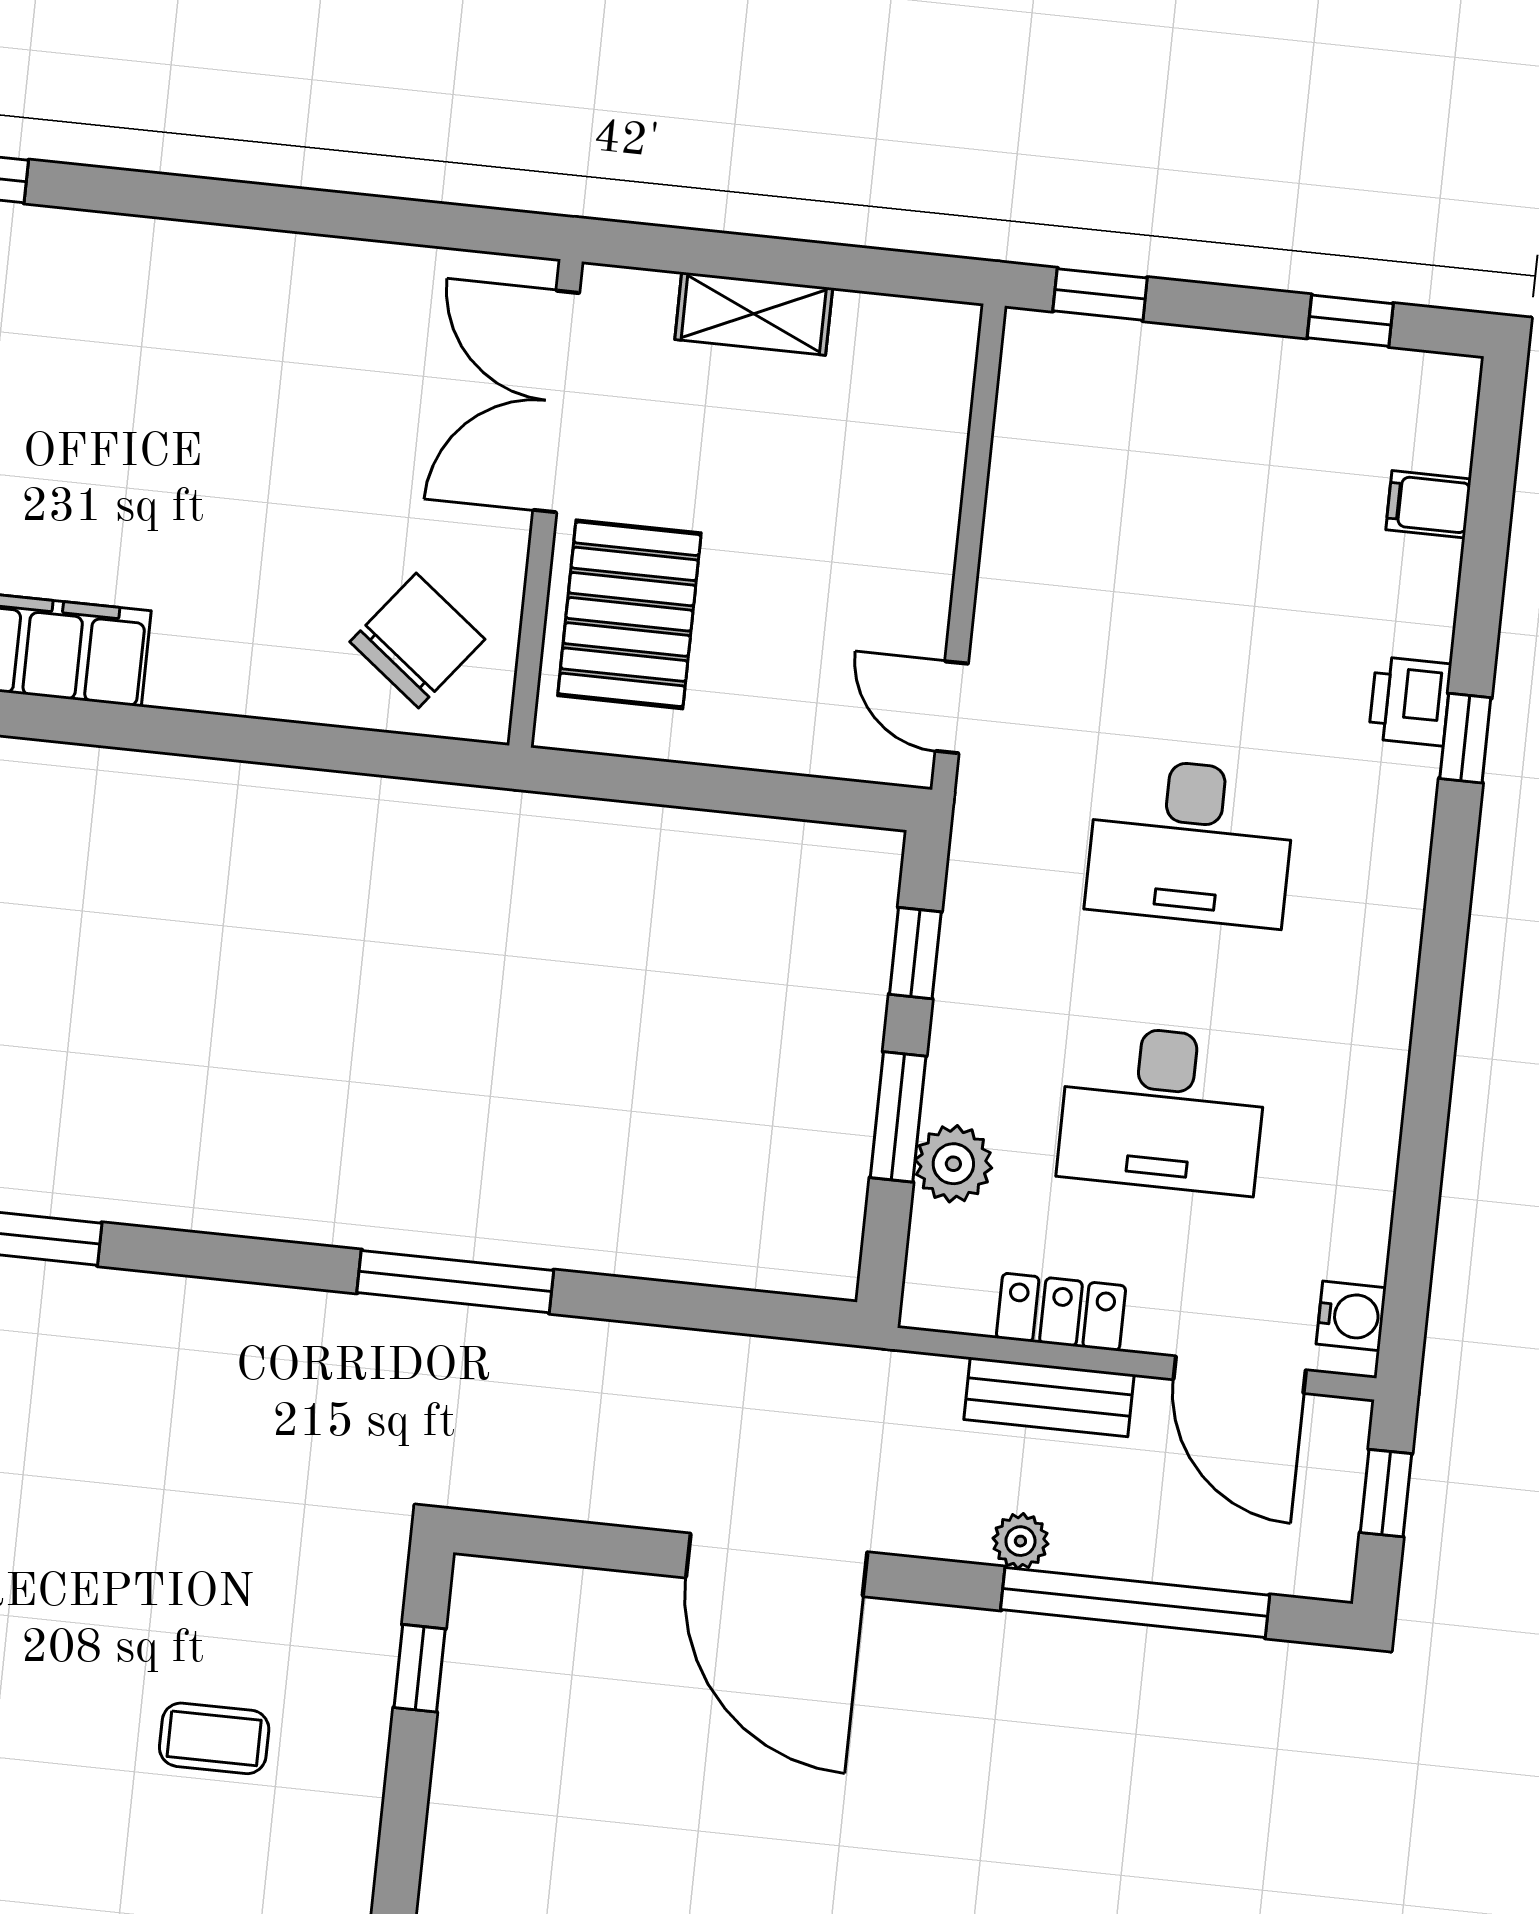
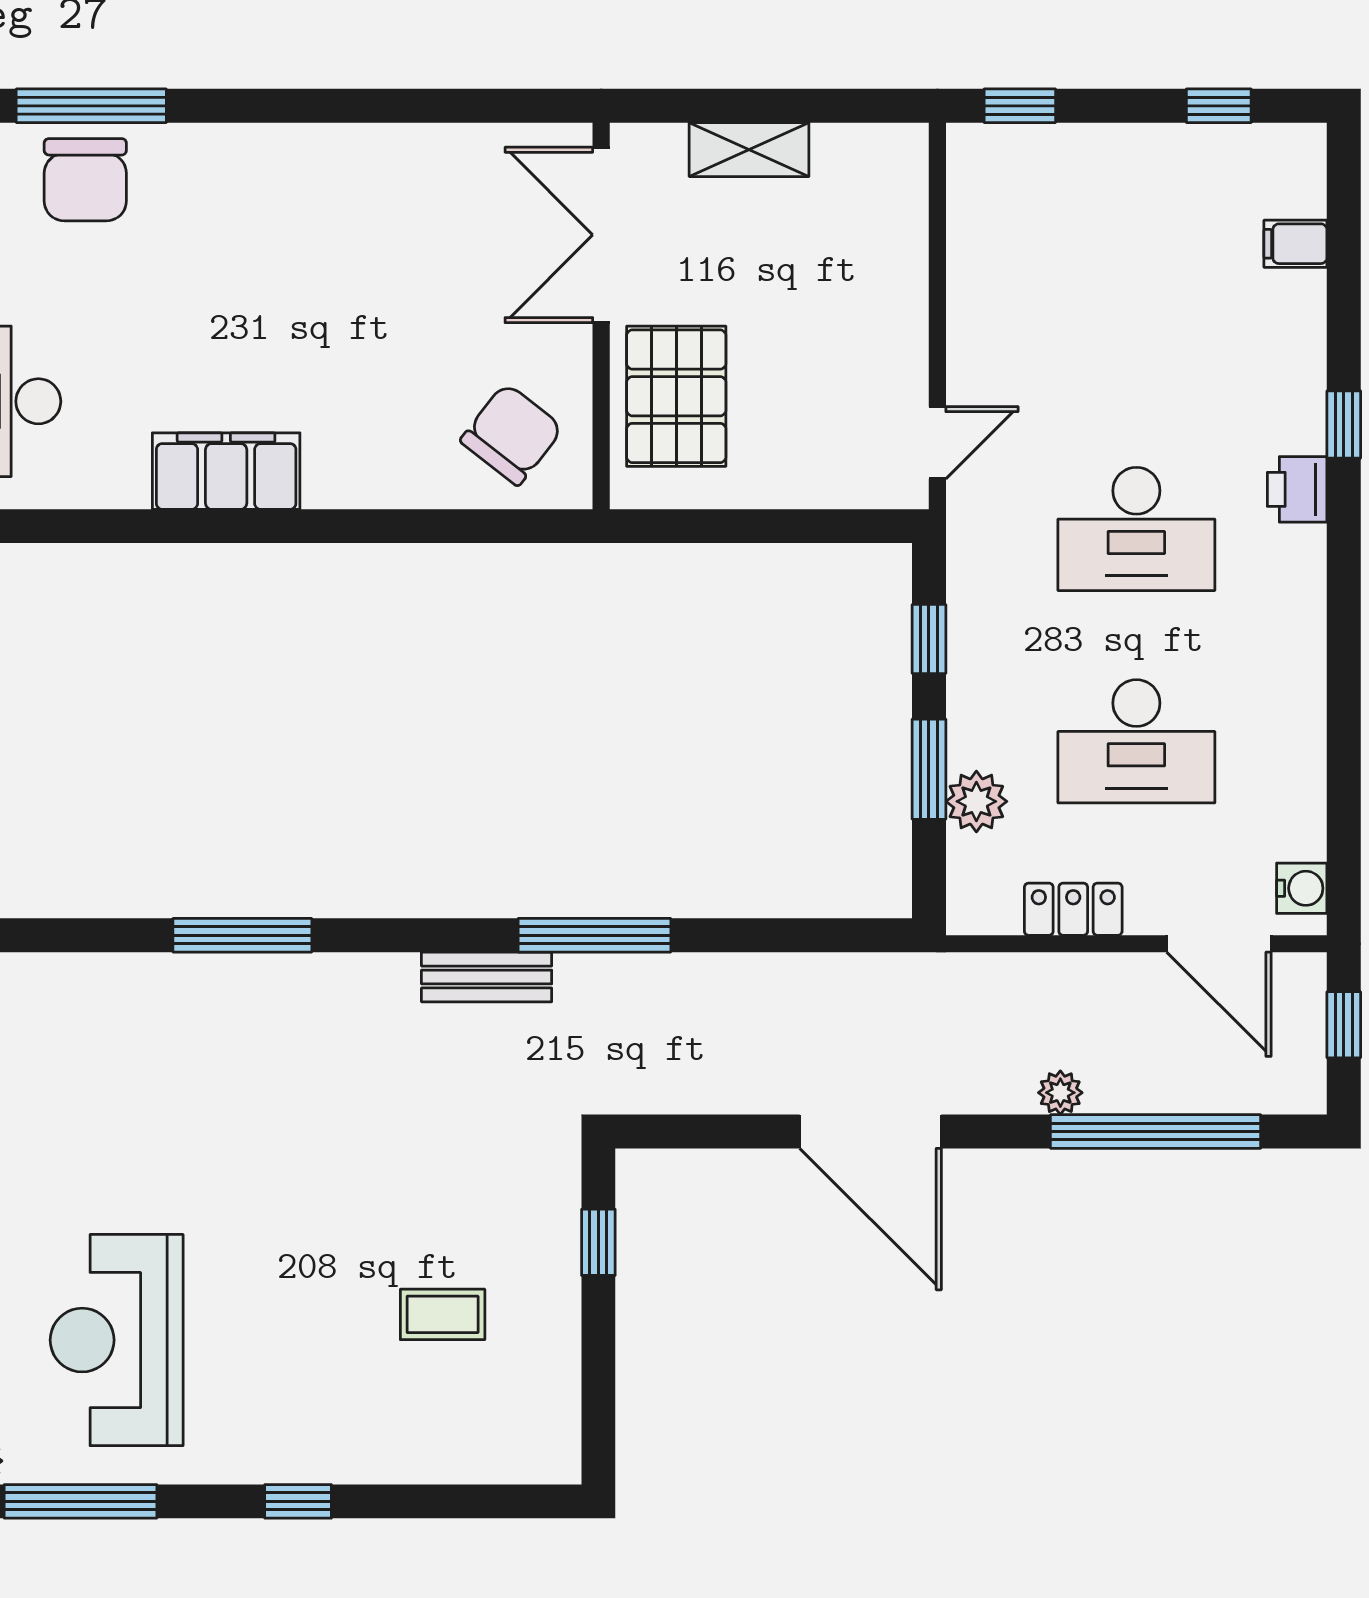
printer: (1410, 701) -> (1297, 489), moved
door: (952, 707) -> (937, 443), swing flipped
bench: (1049, 1397) -> (487, 977), moved

